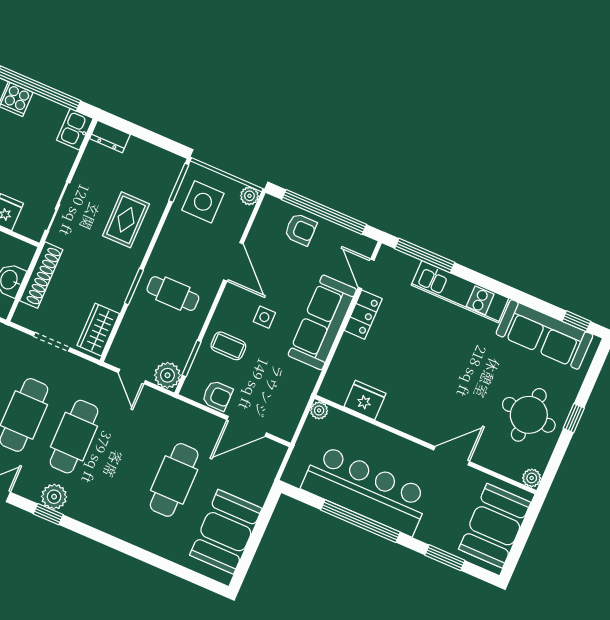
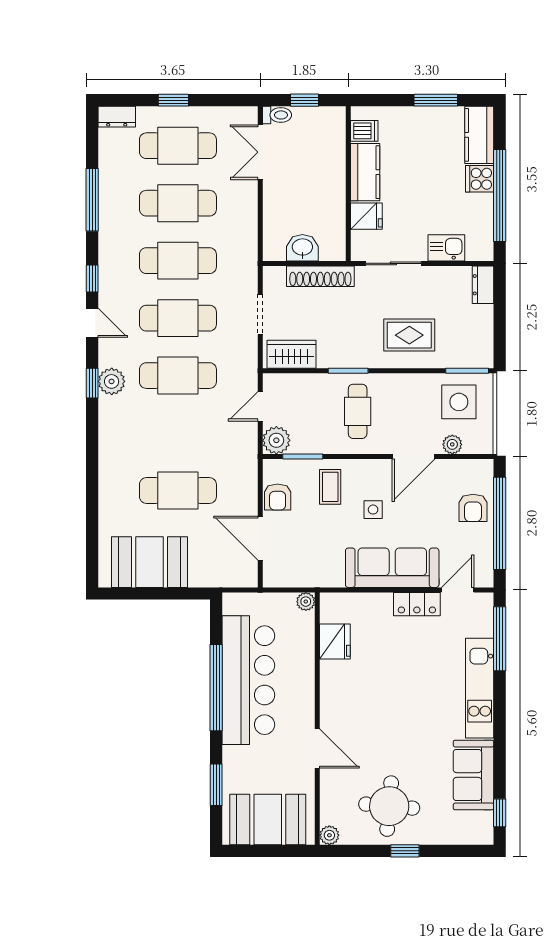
kitchen sink: (75, 129) -> (446, 248), moved
plant: (249, 196) -> (452, 444), moved
sofa: (544, 334) -> (473, 775), width x0.73

